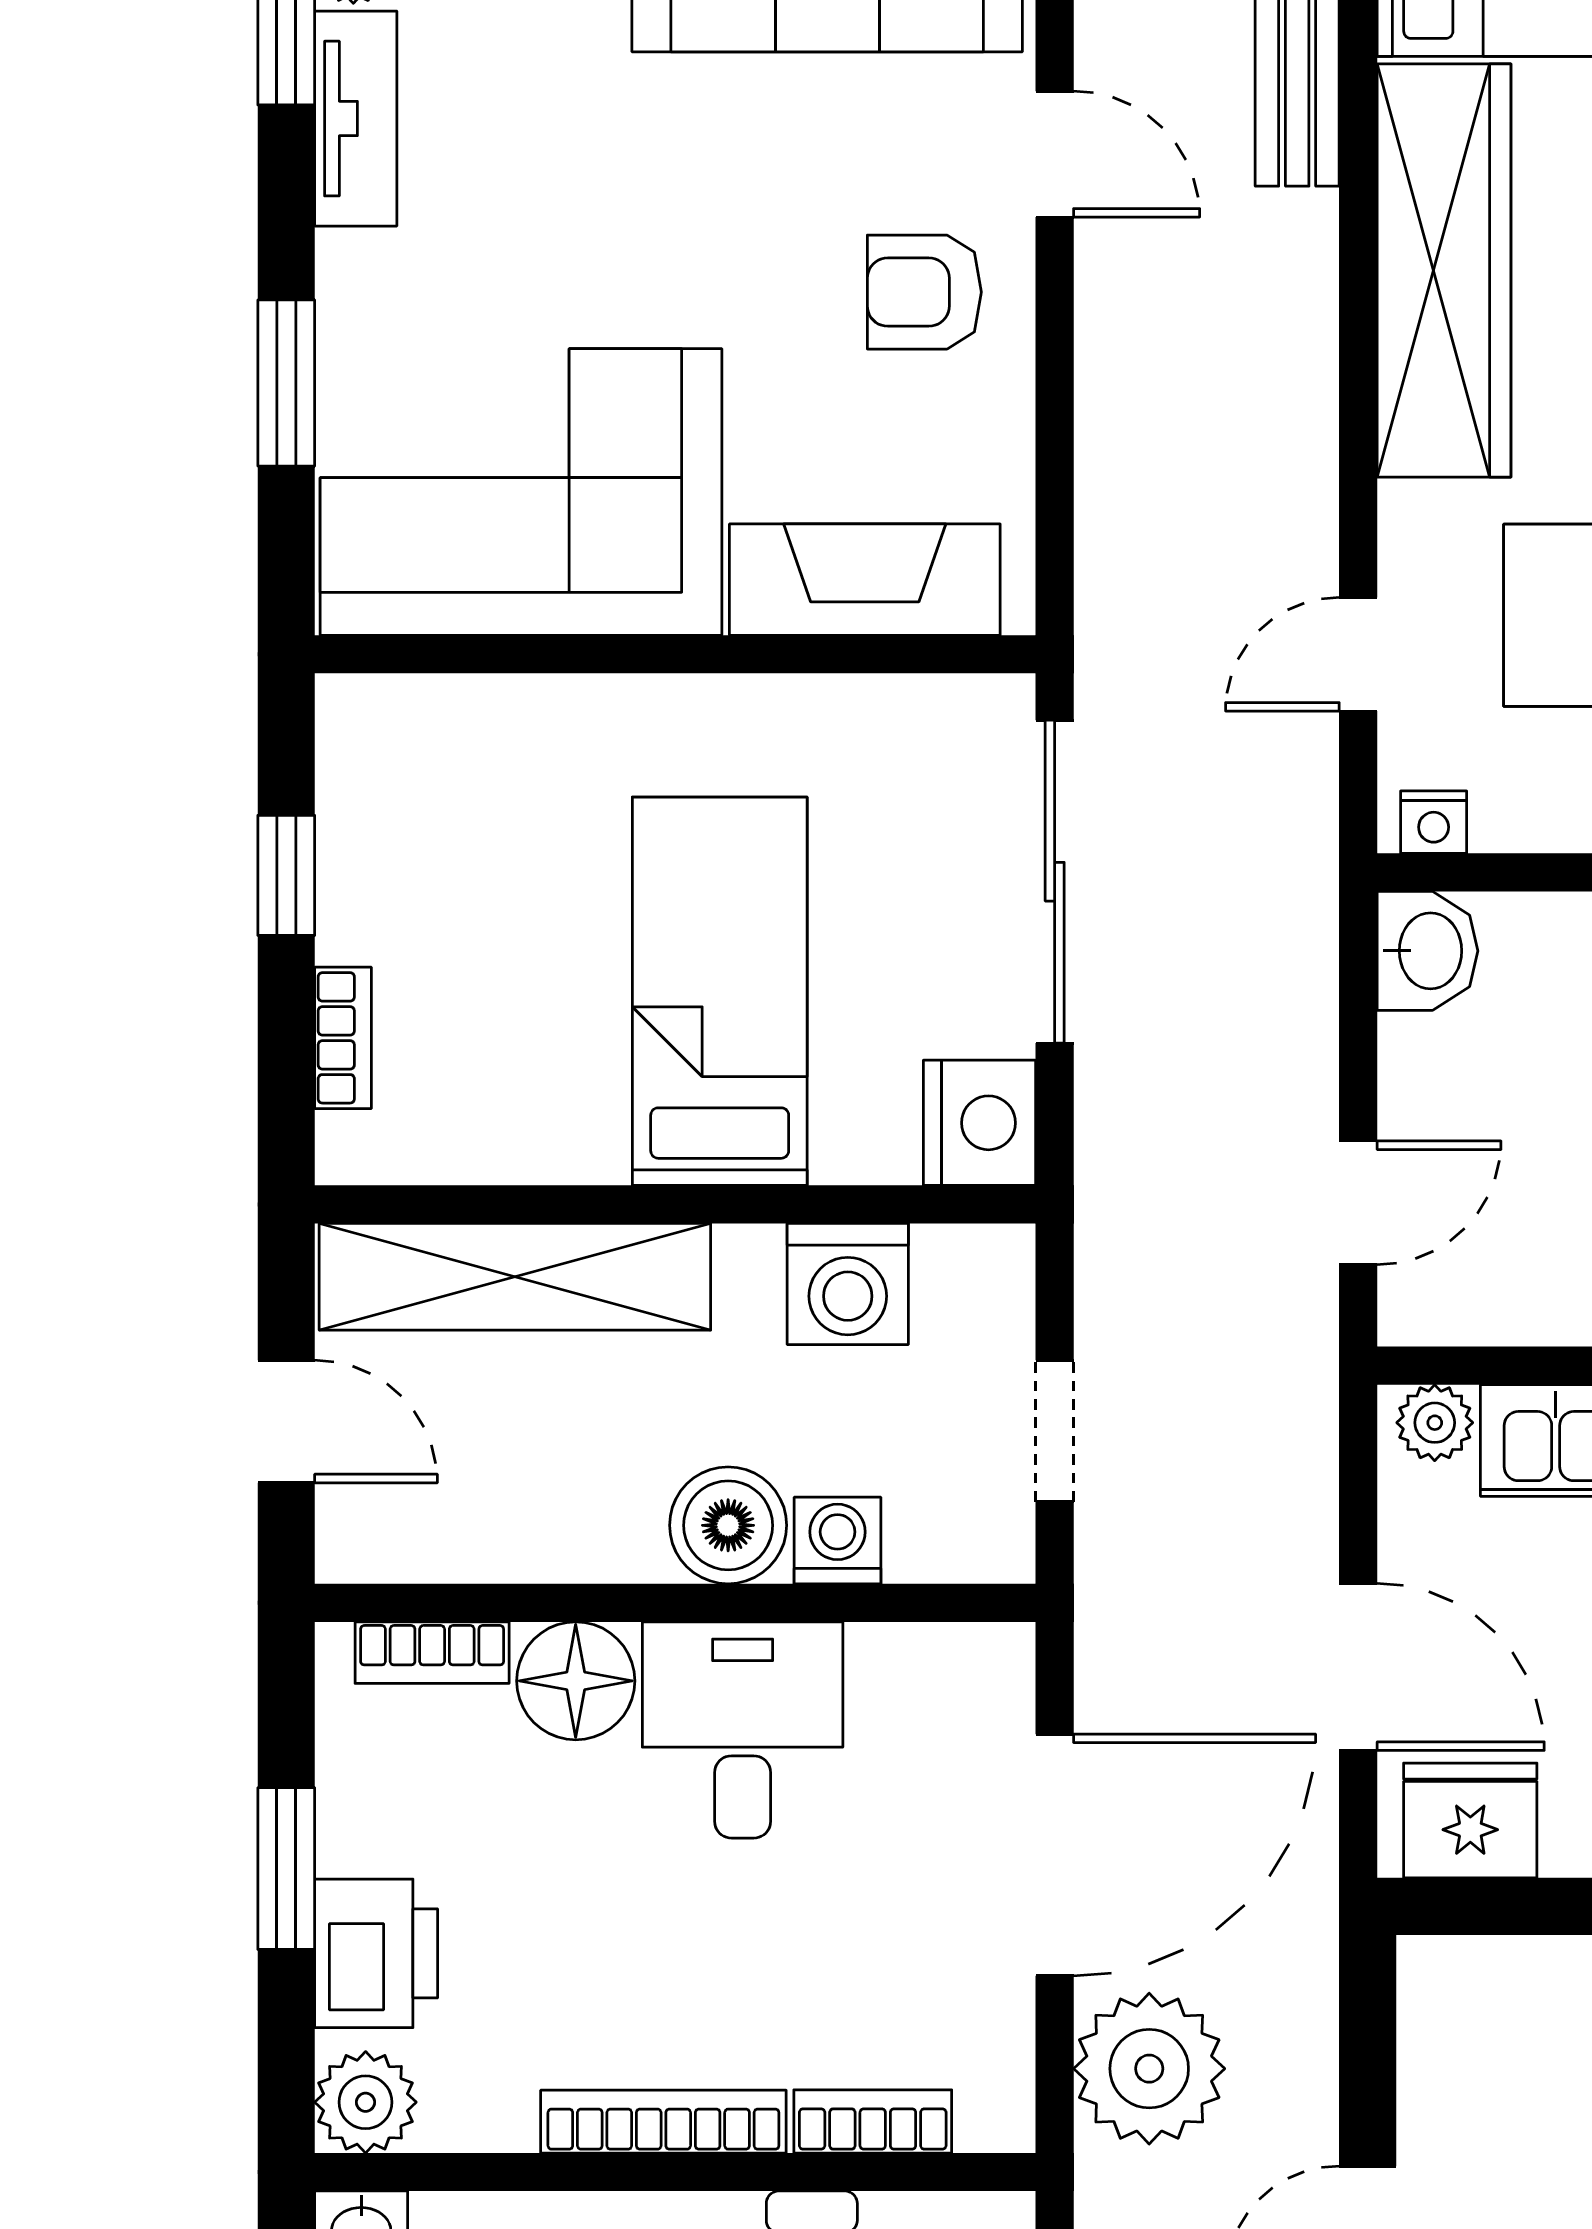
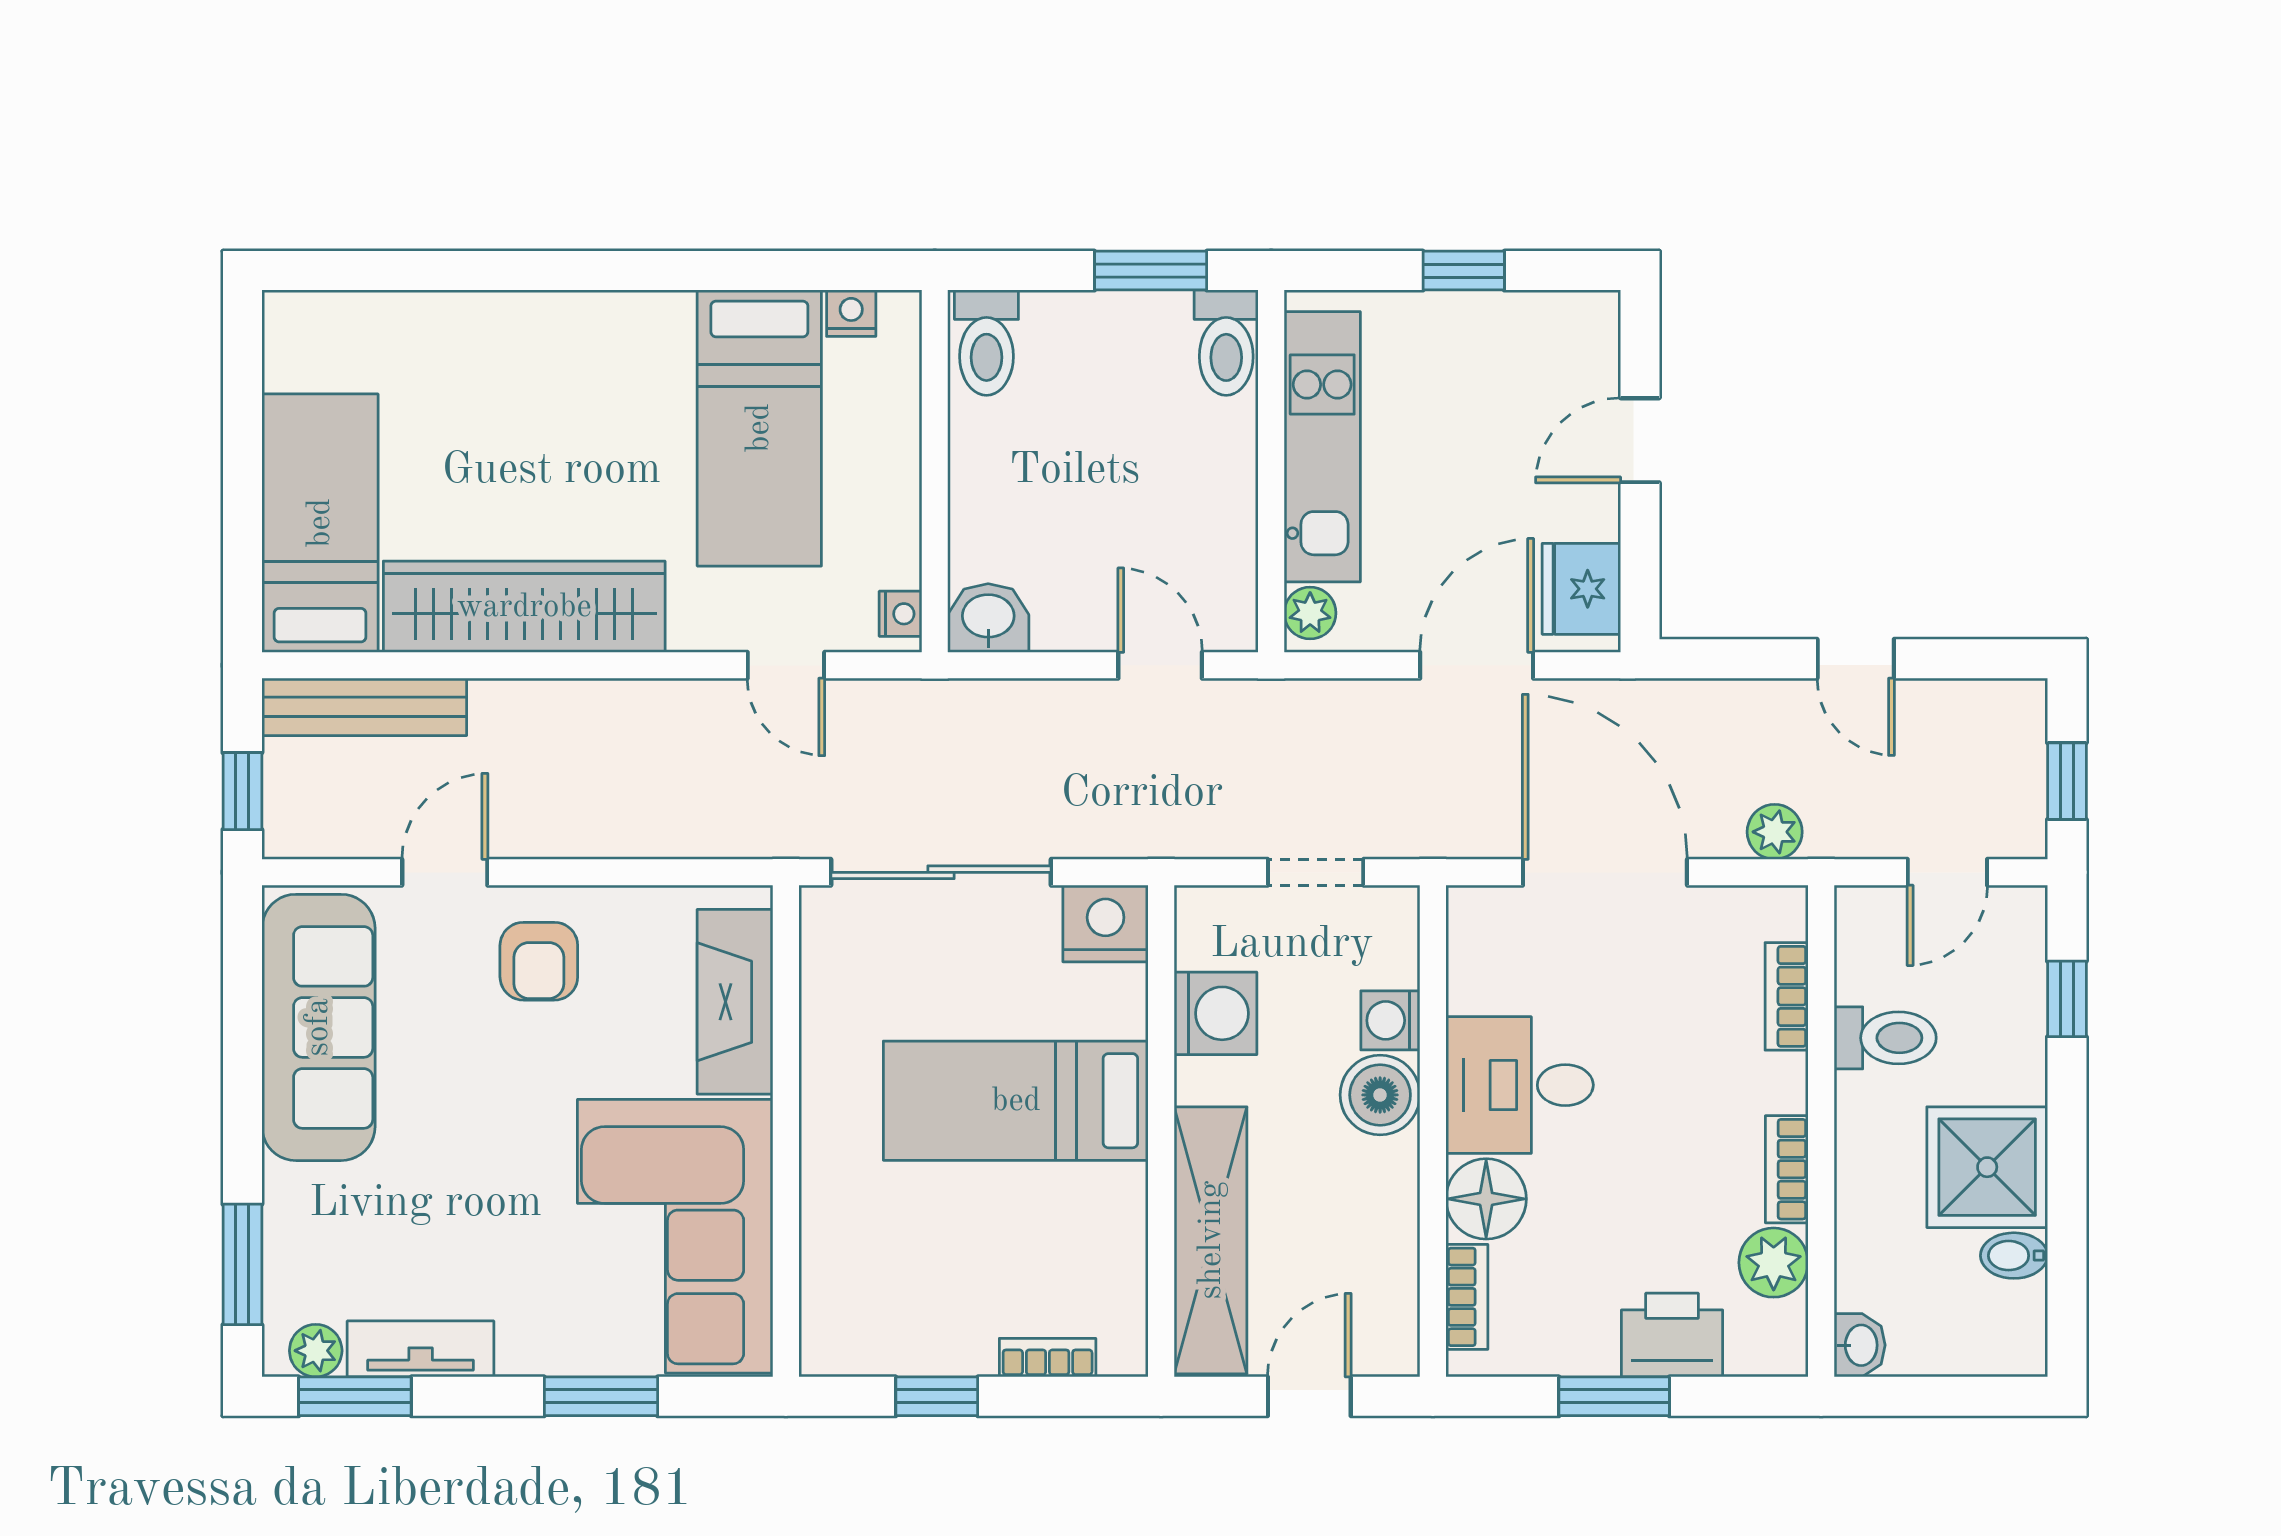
plant: (1149, 2069) -> (1775, 832), width x0.53, depth x0.53
plant: (366, 2102) -> (1774, 1263), moved
bookcase: (663, 2122) -> (1787, 1169), width x0.64

